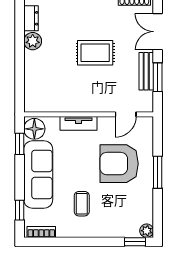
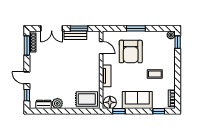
rug: (95, 53) -> (87, 99), moved, turned 90
sofa: (38, 174) -> (137, 100), width x0.73

